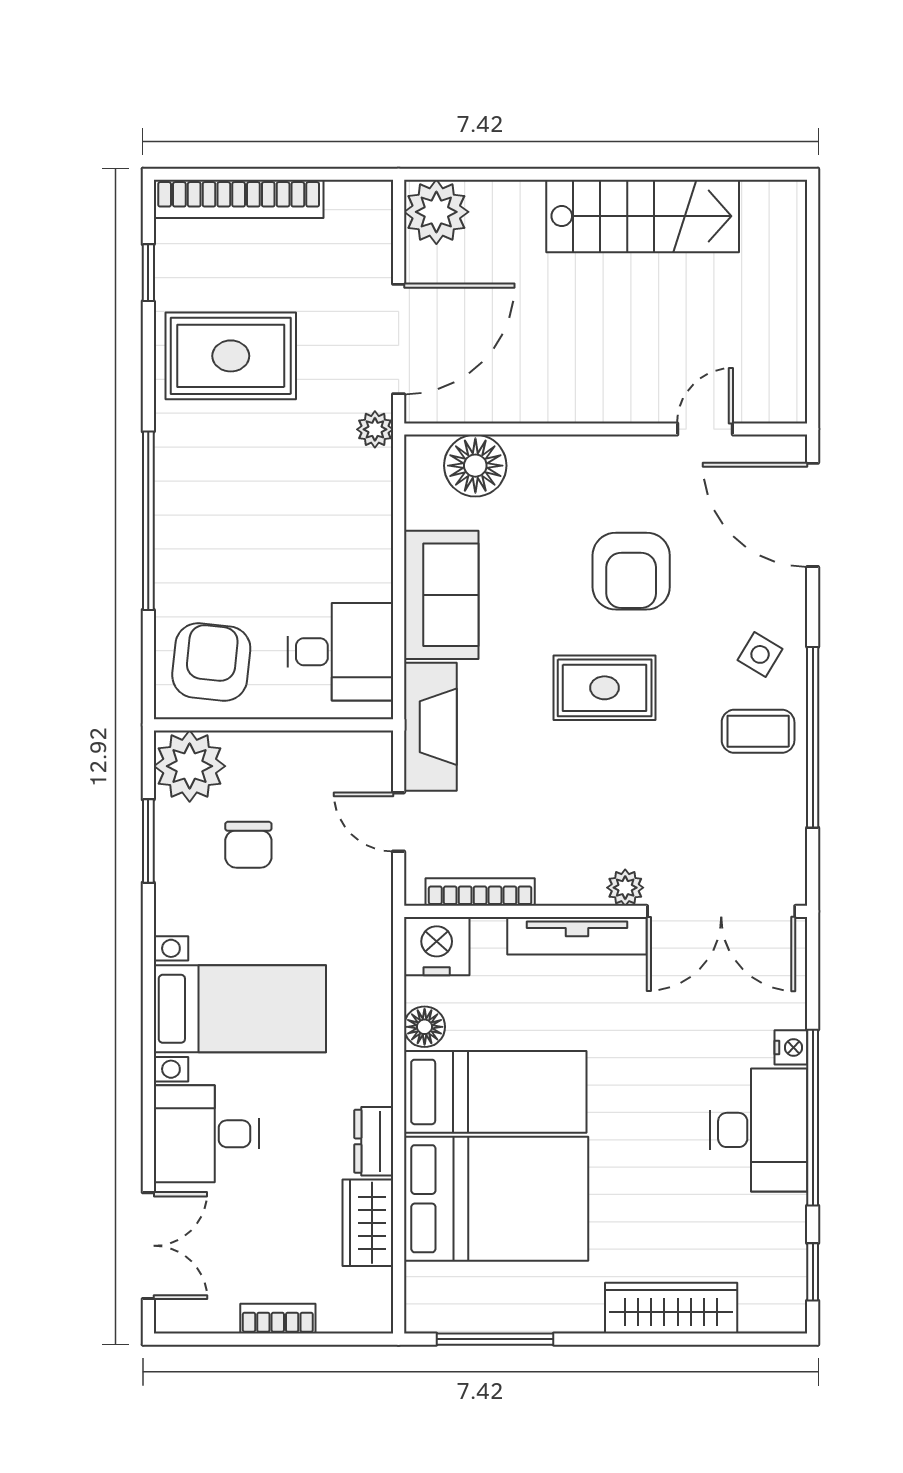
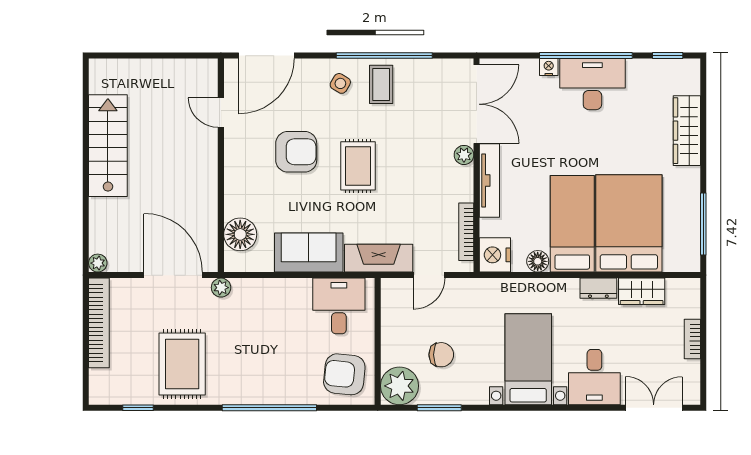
bookcase: (239, 199) -> (99, 323), moved
plant: (436, 212) -> (98, 263), width x0.53, depth x0.53

